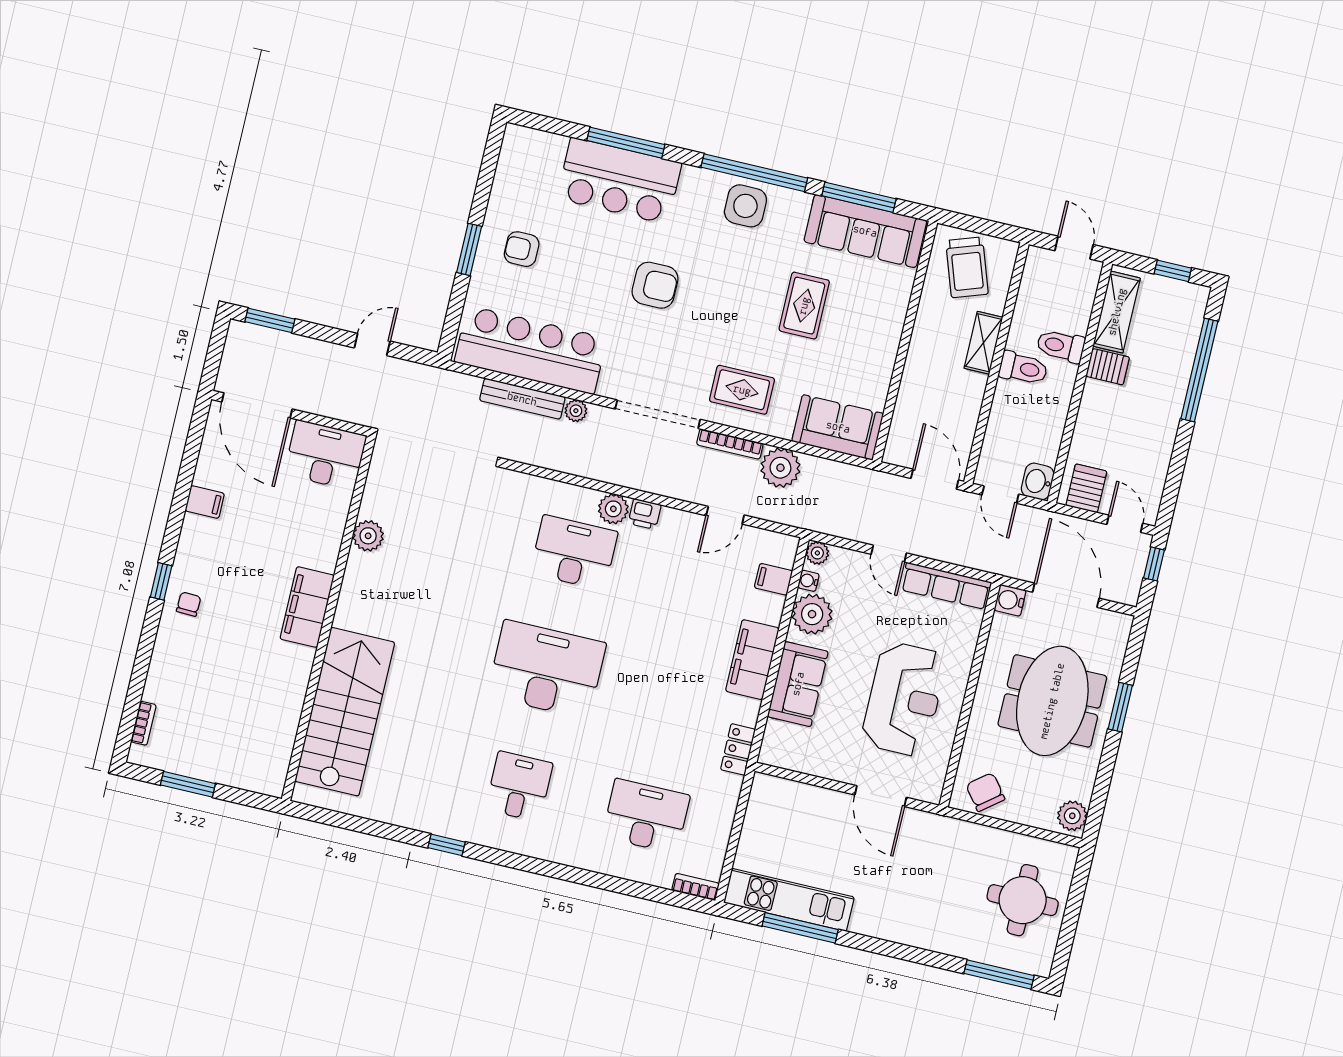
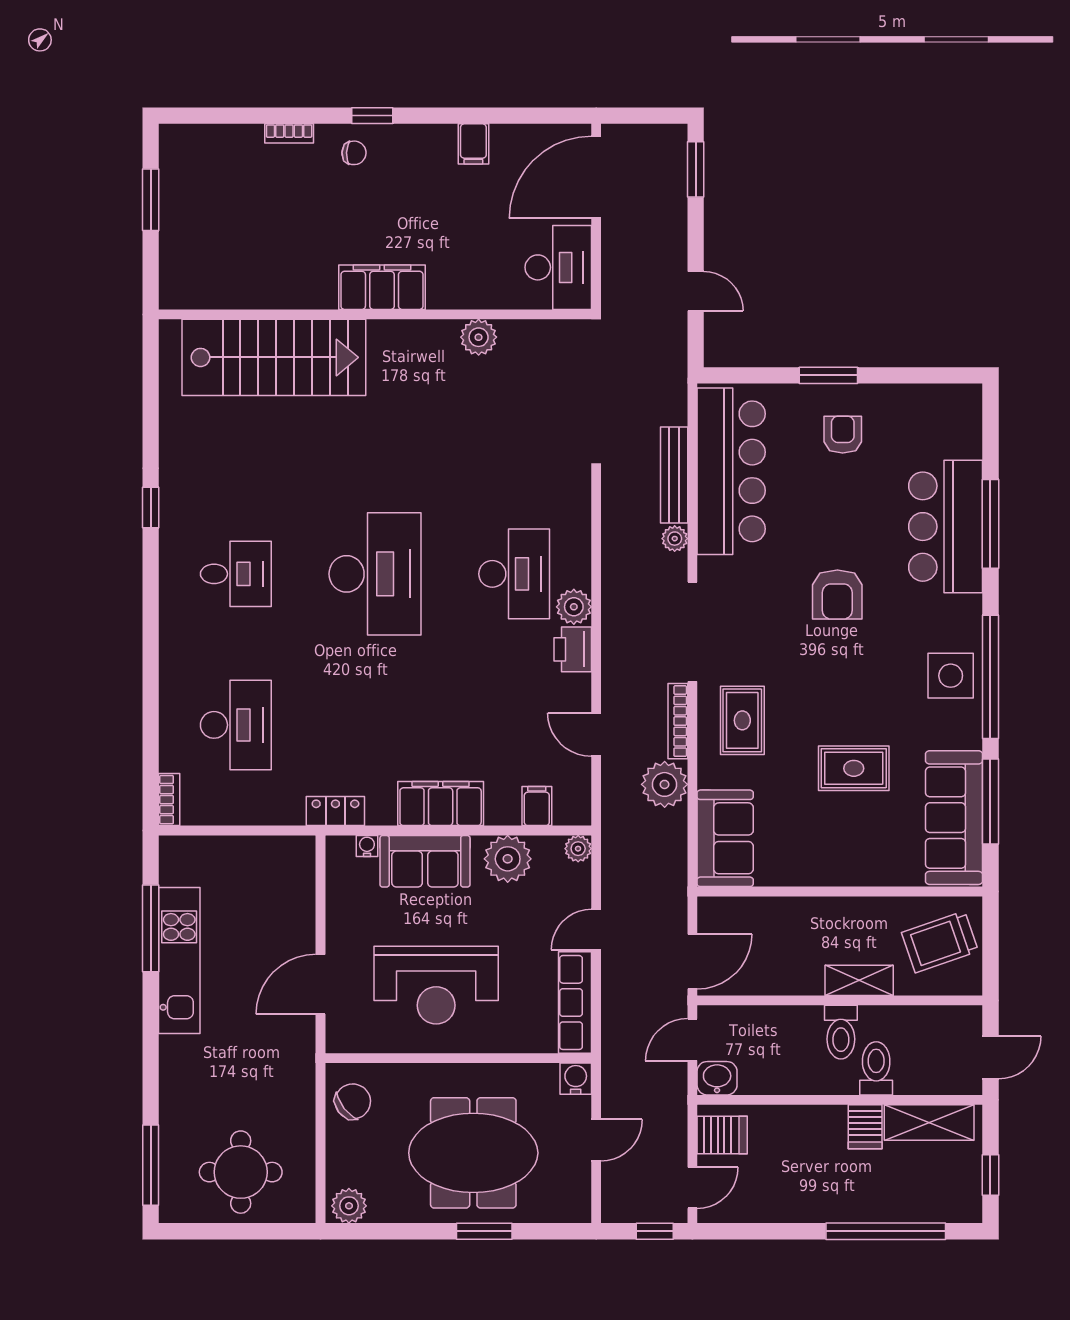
printer: (645, 514) -> (573, 649), width x1.36, depth x1.24
water cooler: (808, 581) -> (367, 846), moved
door: (1066, 595) -> (596, 1140), width x0.53
bookcase: (143, 723) -> (289, 133), moved
kitchen unit: (789, 900) -> (179, 961), moved

